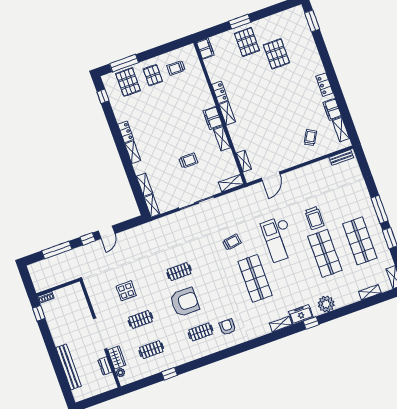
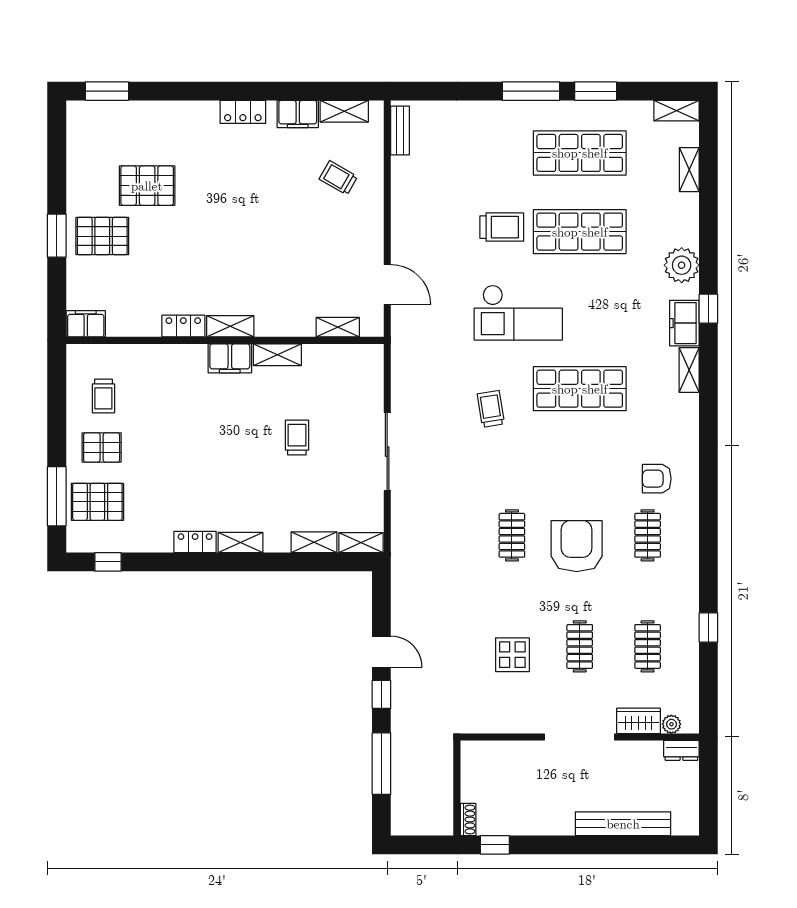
shelving: (231, 183) -> (373, 369), removed
dresser: (105, 366) -> (681, 750), moved

